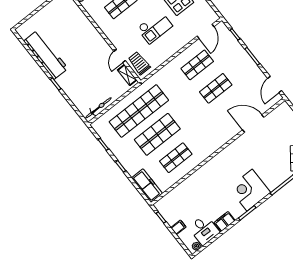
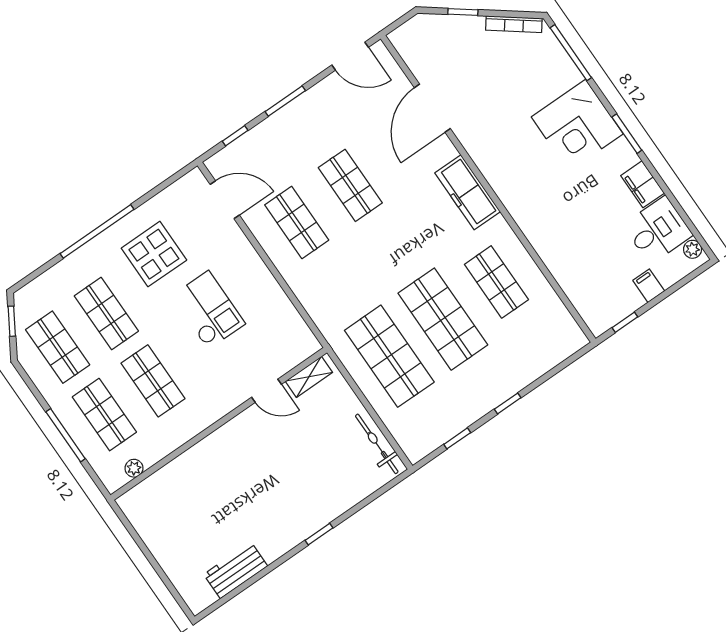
workbench: (46, 55) -> (236, 570), width x0.53, depth x0.76
trolley: (139, 63) -> (285, 349), removed
shop shelf: (139, 111) -> (389, 356), width x0.71
freezer: (147, 186) -> (468, 192), moved, turned -90

